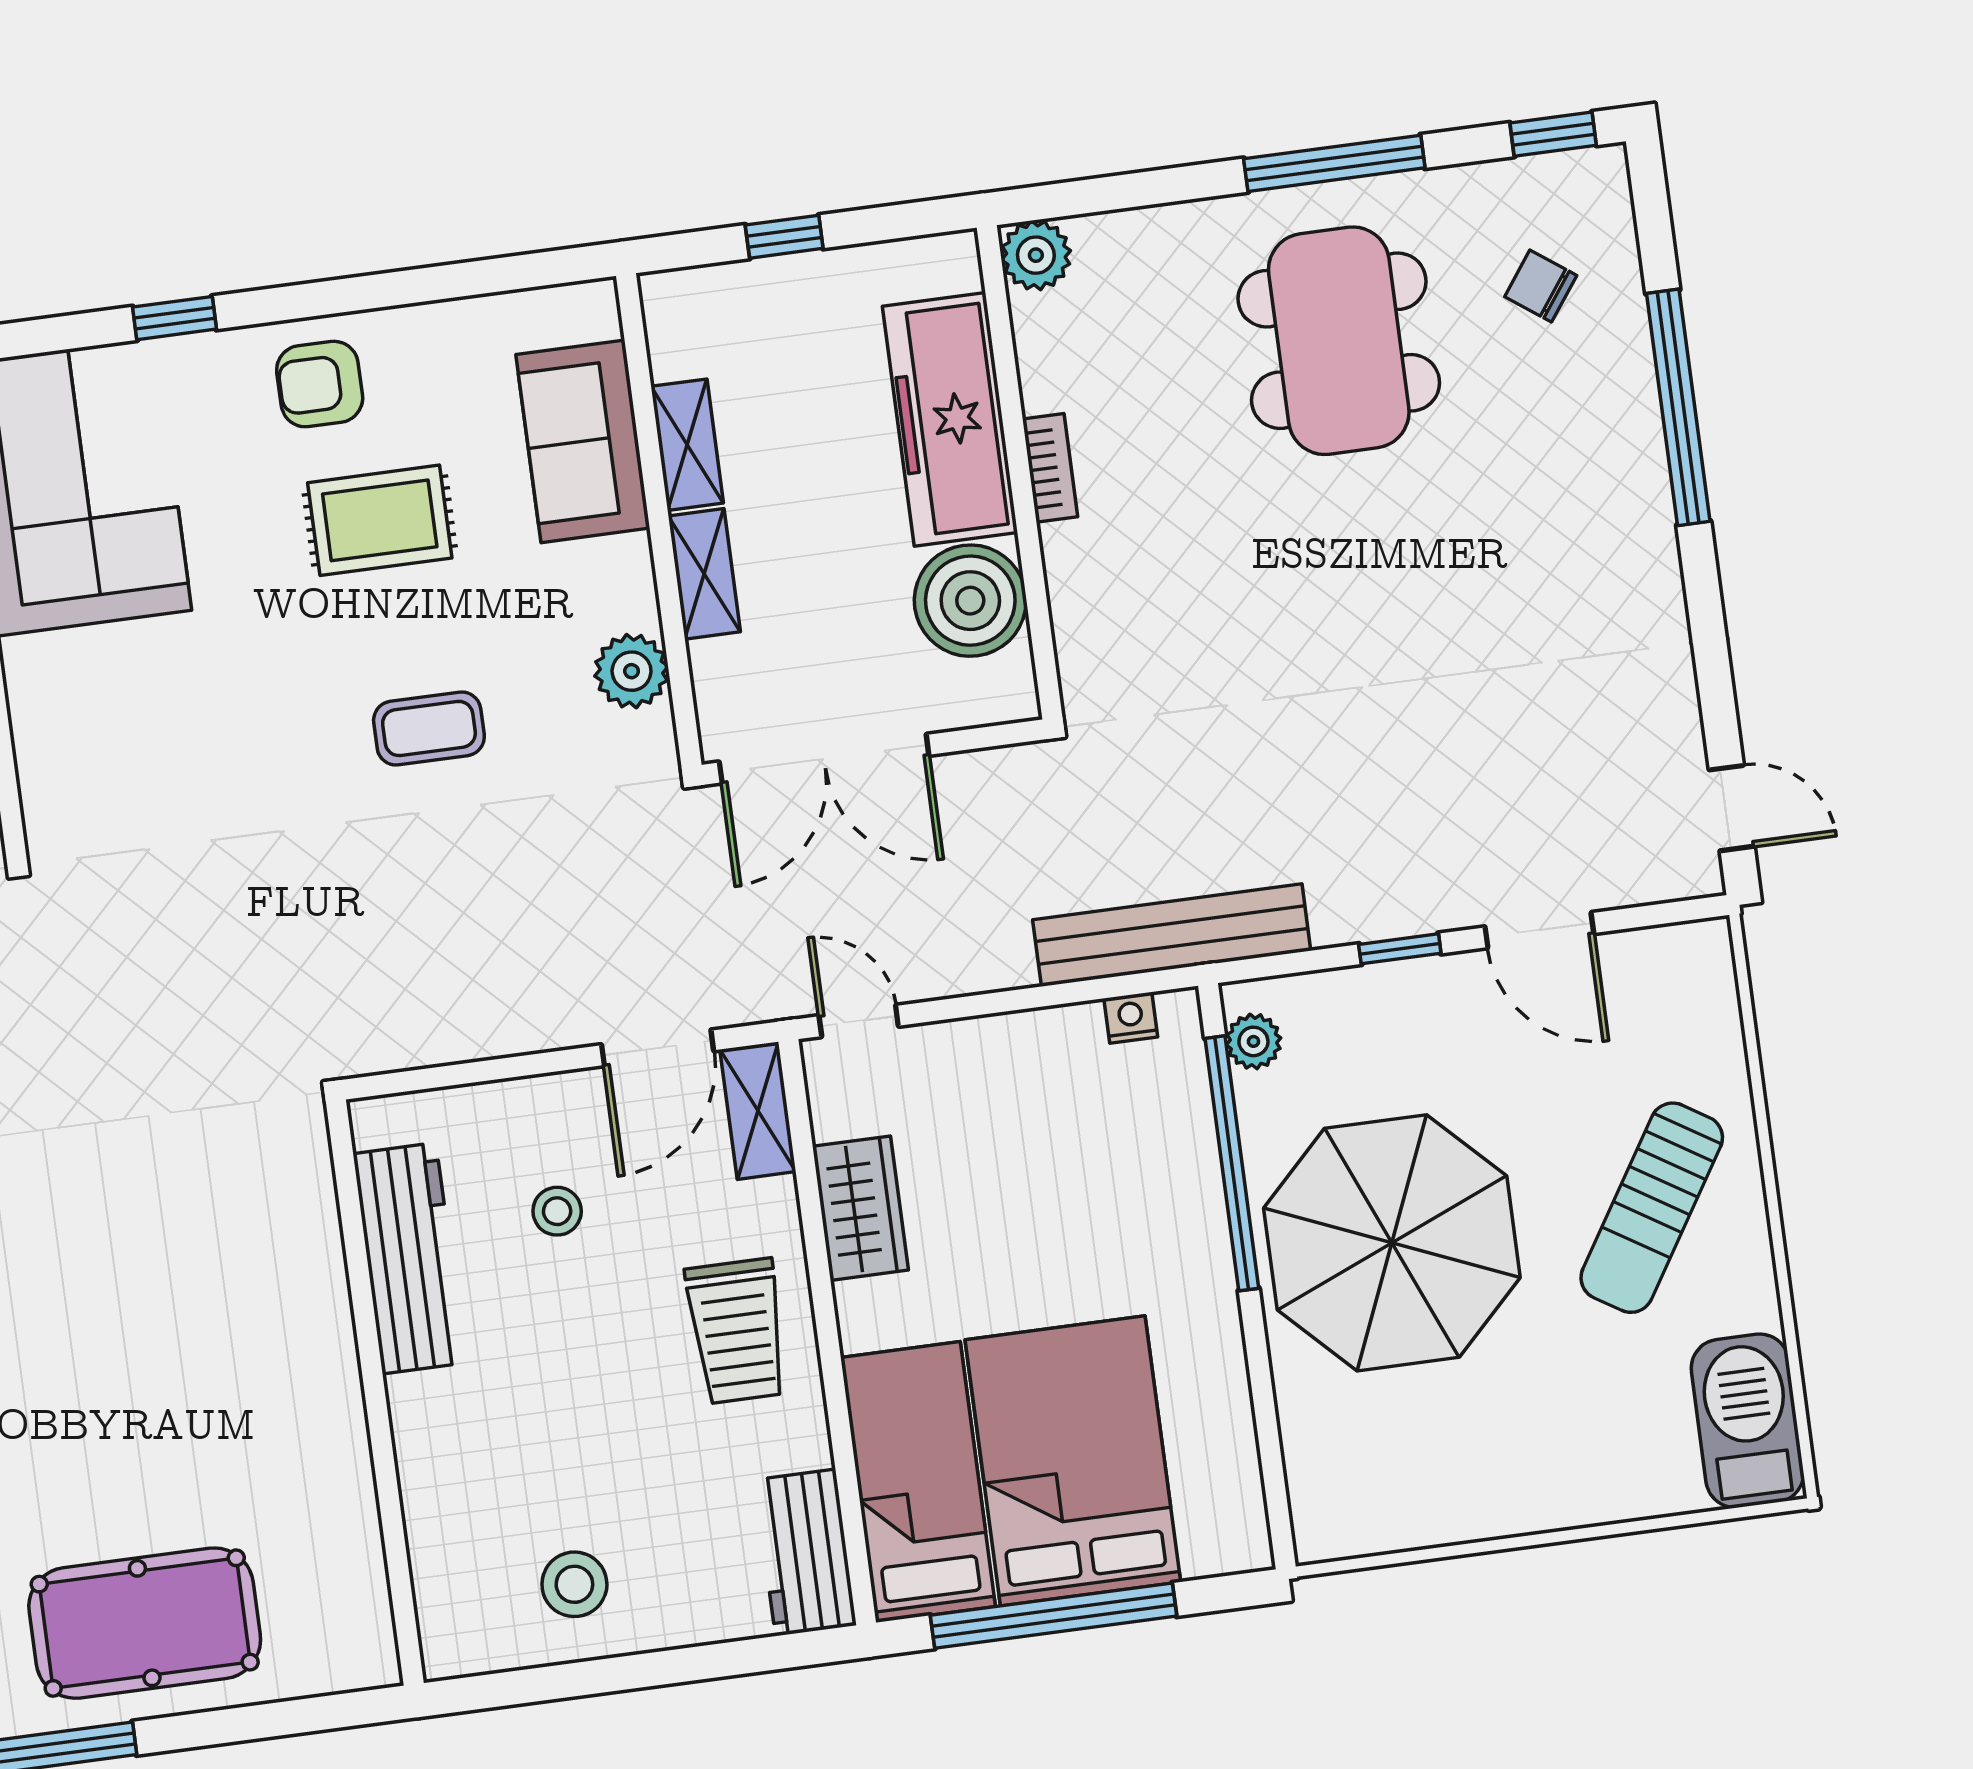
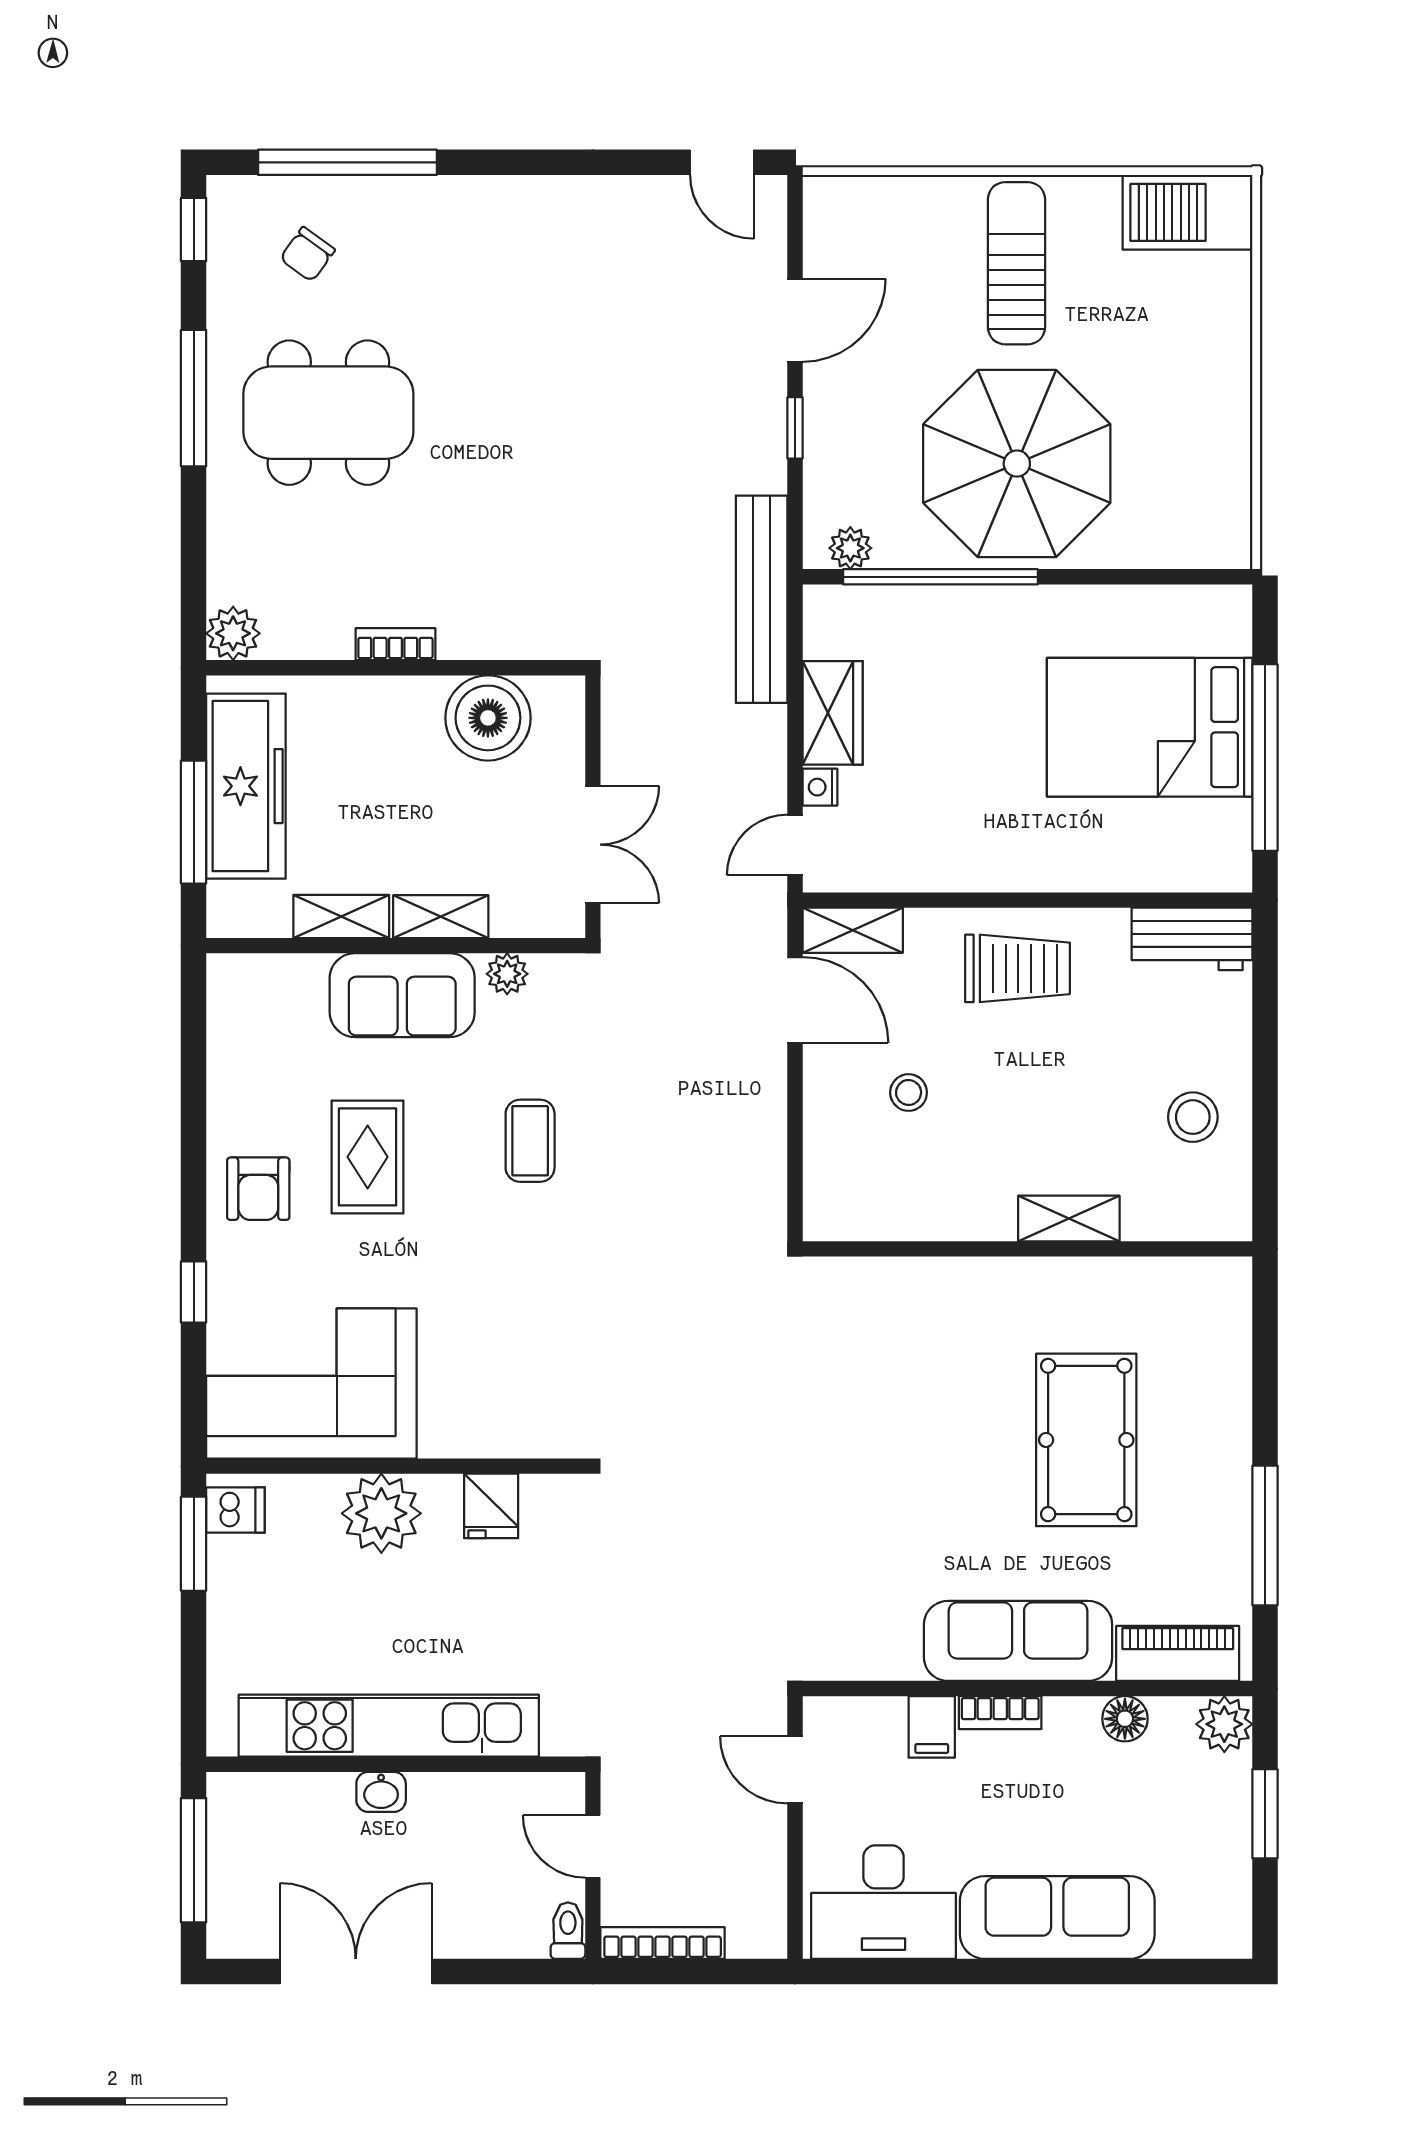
window: (784, 237) -> (194, 822), width x2.17
window: (1678, 407) -> (347, 162), moved
freezer: (950, 419) -> (246, 786), moved, turned -90
sofa: (583, 441) -> (402, 995), moved
plant: (632, 671) -> (507, 974), width x0.73, depth x0.73
double door: (824, 759) -> (593, 845), width x0.73
door: (1732, 808) -> (722, 162), swing flipped
nightstand: (1131, 1018) -> (820, 787), moved
wardrobe: (860, 1208) -> (833, 713), moved, turned 90
sun lounger: (1652, 1208) -> (1016, 263), turned -122
workbench: (409, 1258) -> (929, 1209), removed
shelving: (421, 1441) -> (1069, 1218), added
bed: (918, 1482) -> (1150, 847), removed
pool table: (145, 1623) -> (1086, 1440), moved

